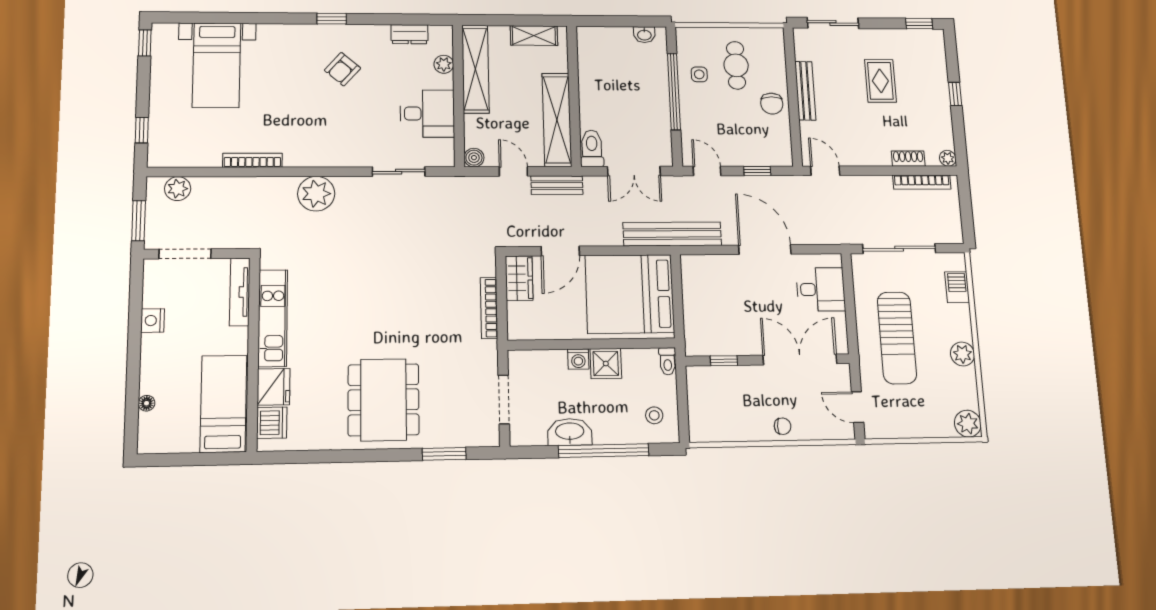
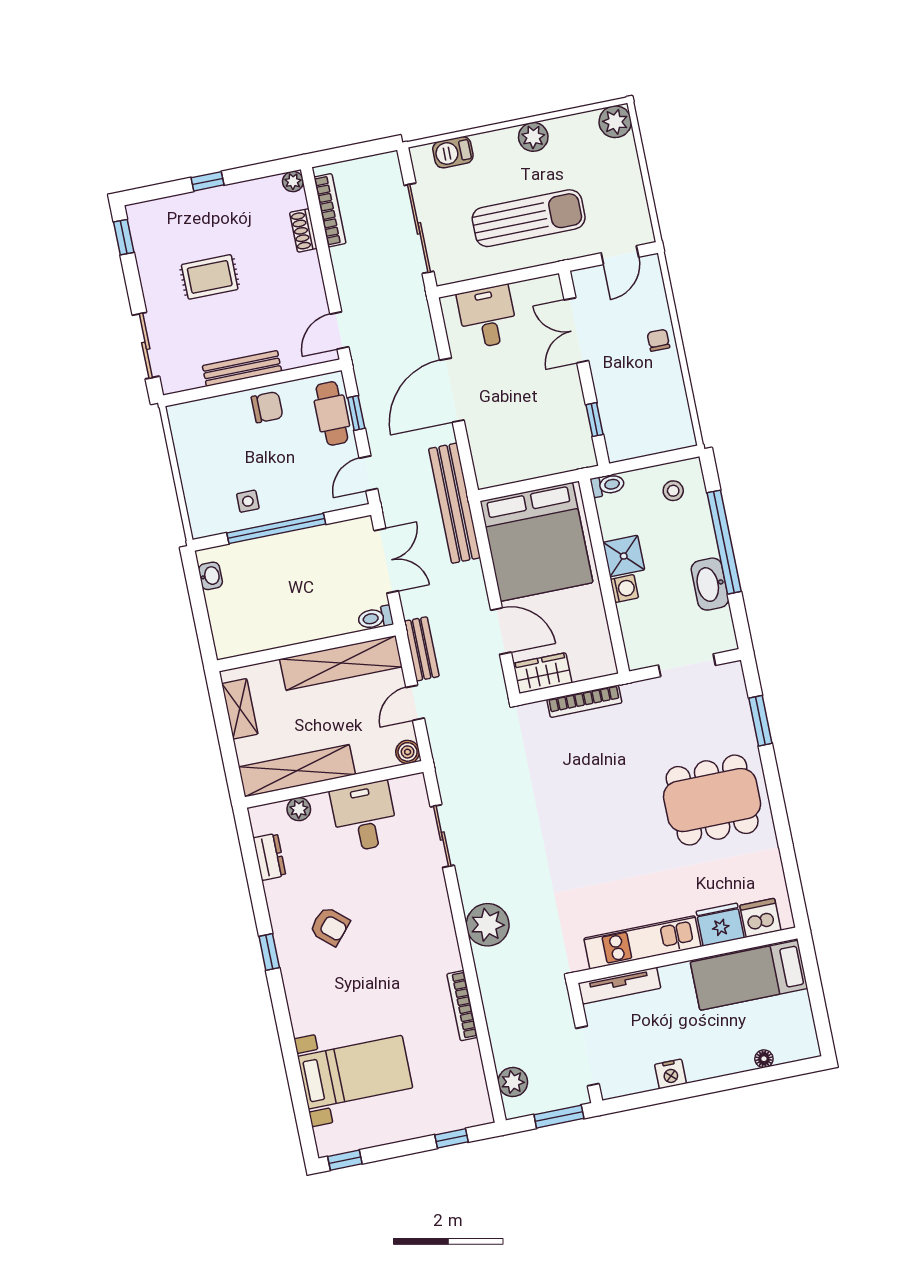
cafe table: (736, 65) -> (332, 413), moved, turned 90
toilet: (592, 148) -> (375, 618), width x0.73, depth x0.72
double door: (800, 359) -> (576, 330), width x0.73

